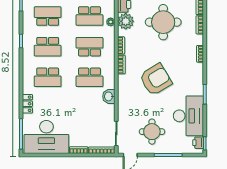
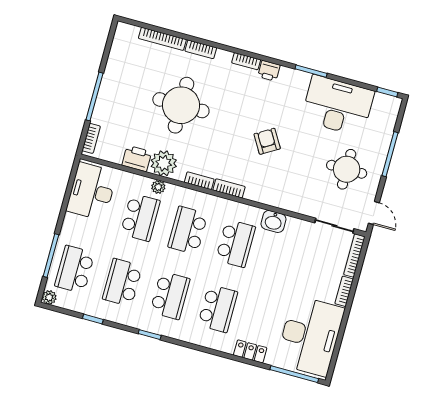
armchair: (156, 80) -> (267, 141), width x0.53, depth x0.53
printer: (198, 143) -> (269, 71), moved

